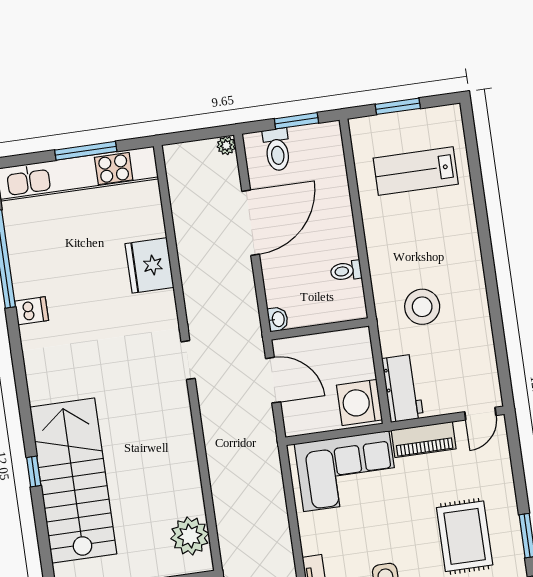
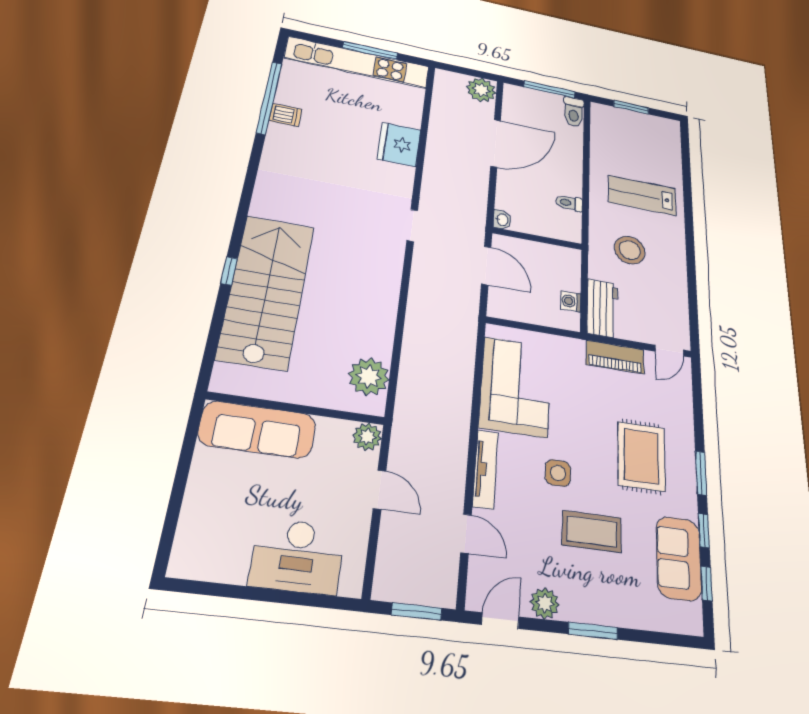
window: (296, 121) -> (549, 89), width x1.44
plant: (226, 145) -> (481, 90), width x1.88, depth x1.88
toilet: (277, 150) -> (574, 112), moved
lab bench: (416, 171) -> (642, 195), moved
dishwasher: (32, 311) -> (286, 115), moved
washing machine: (359, 402) -> (571, 301), width x0.53, depth x0.53
corner sofa: (346, 471) -> (515, 387), moved, turned -90

